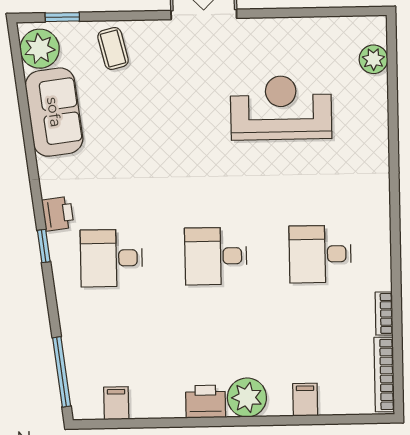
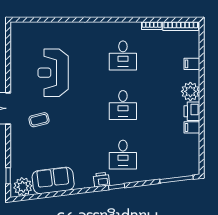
coffee table: (113, 48) -> (39, 120), moved
plant: (373, 59) -> (31, 28), removed
filing cabinet: (116, 403) -> (192, 127), moved

